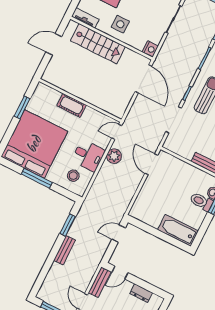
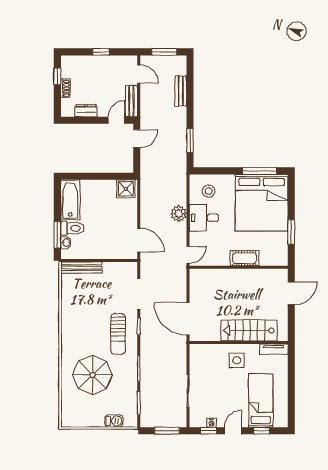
door: (54, 44) -> (291, 293), moved
nightstand: (150, 49) -> (196, 351), removed
plant: (114, 156) -> (179, 214), moved
window: (37, 178) -> (259, 171), moved
shower: (141, 212) -> (126, 189), added
bathtub: (178, 230) -> (70, 200), moved, turned -90
door: (119, 234) -> (137, 139), moved
bench: (65, 250) -> (181, 91), moved

